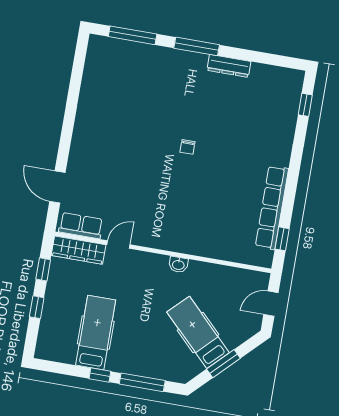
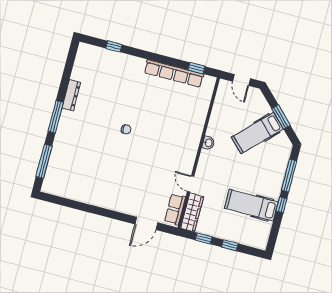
window: (305, 105) -> (114, 46), moved

